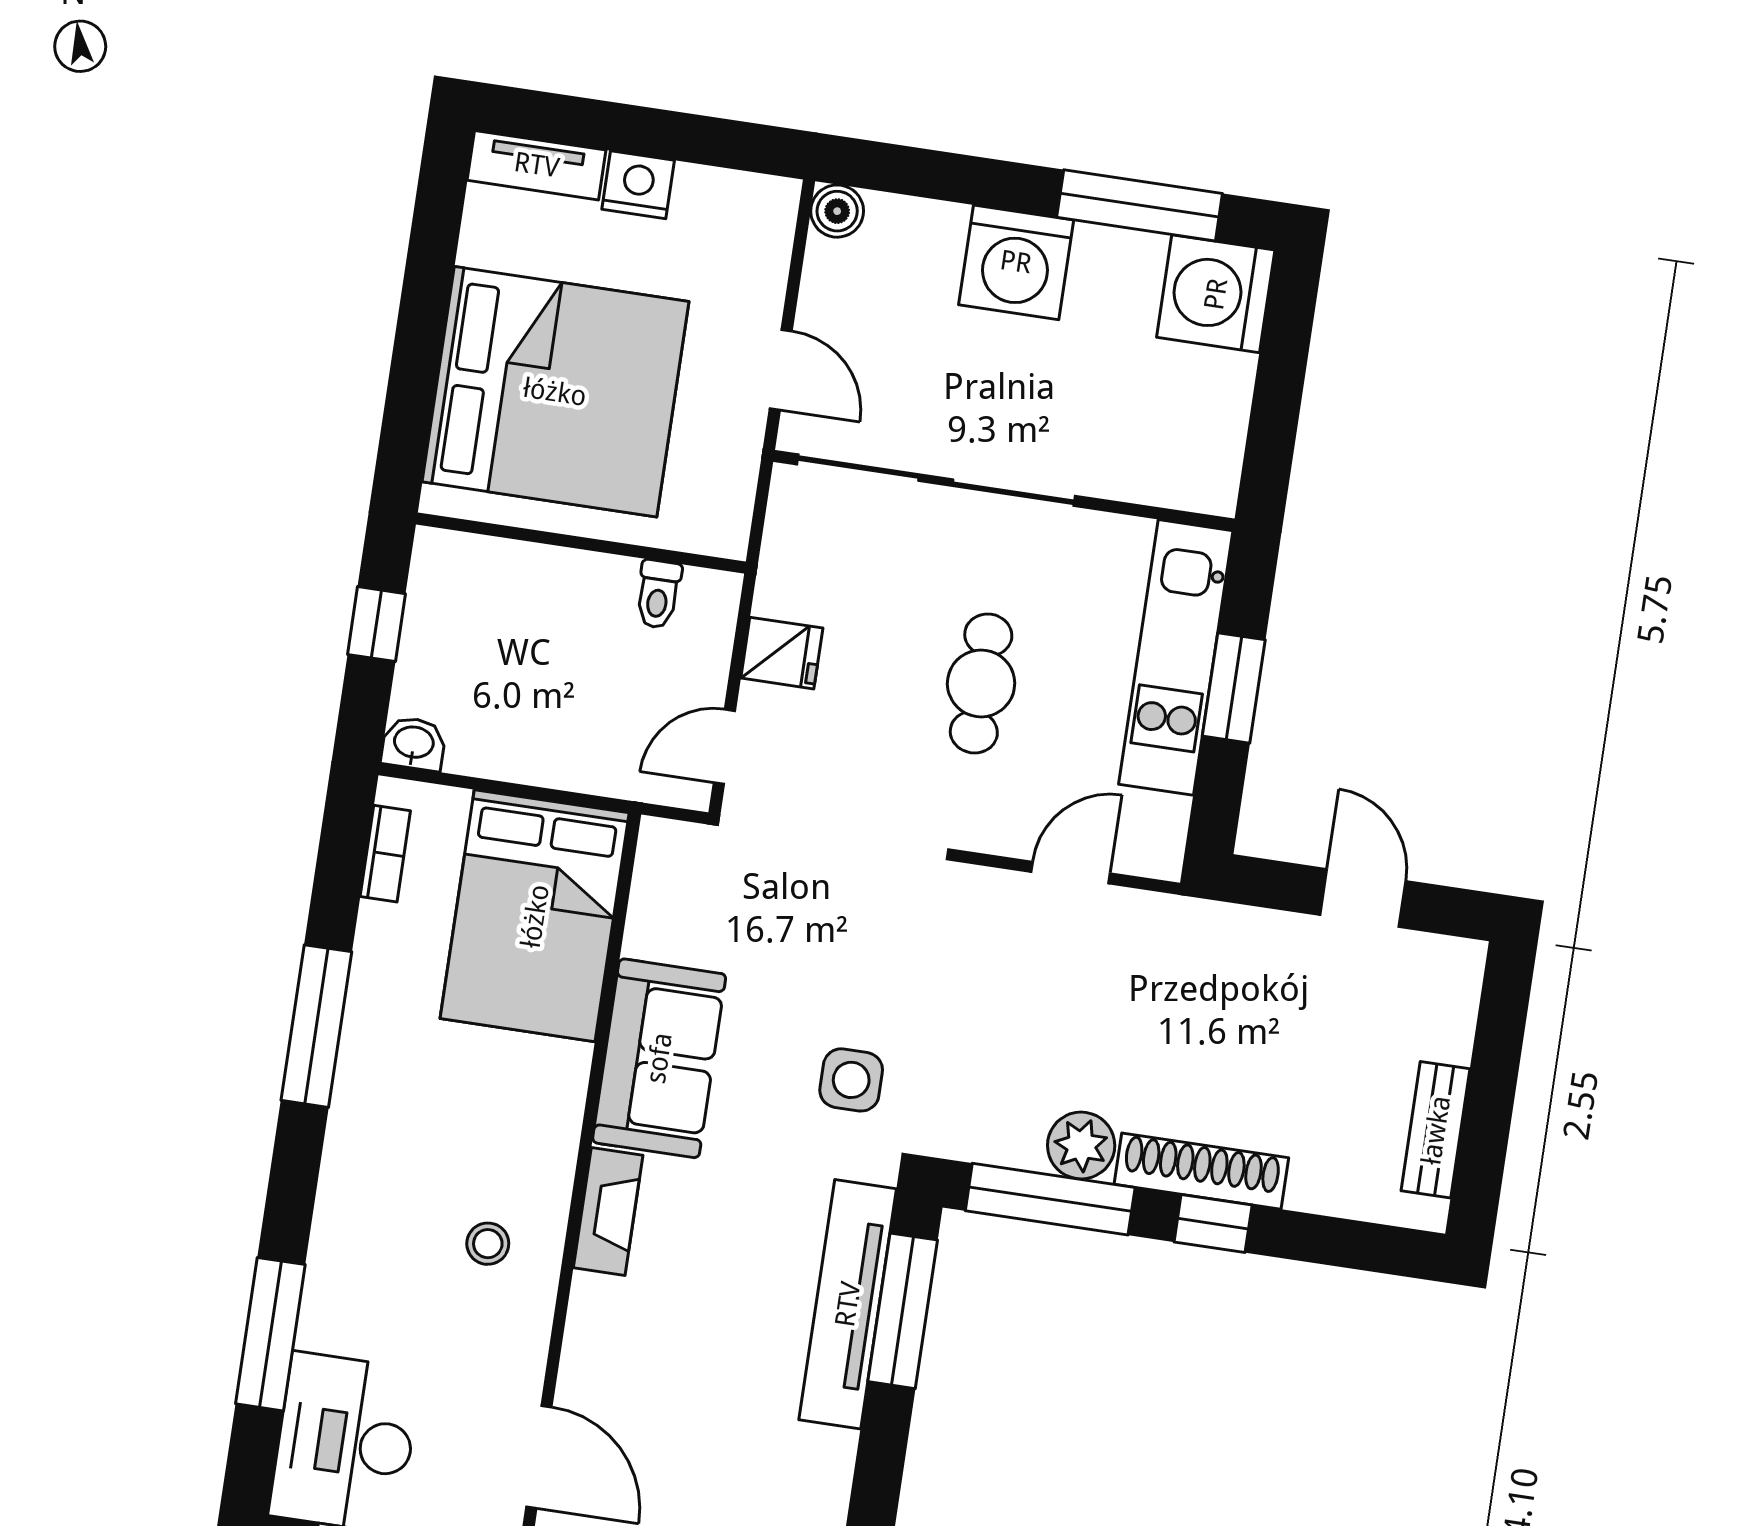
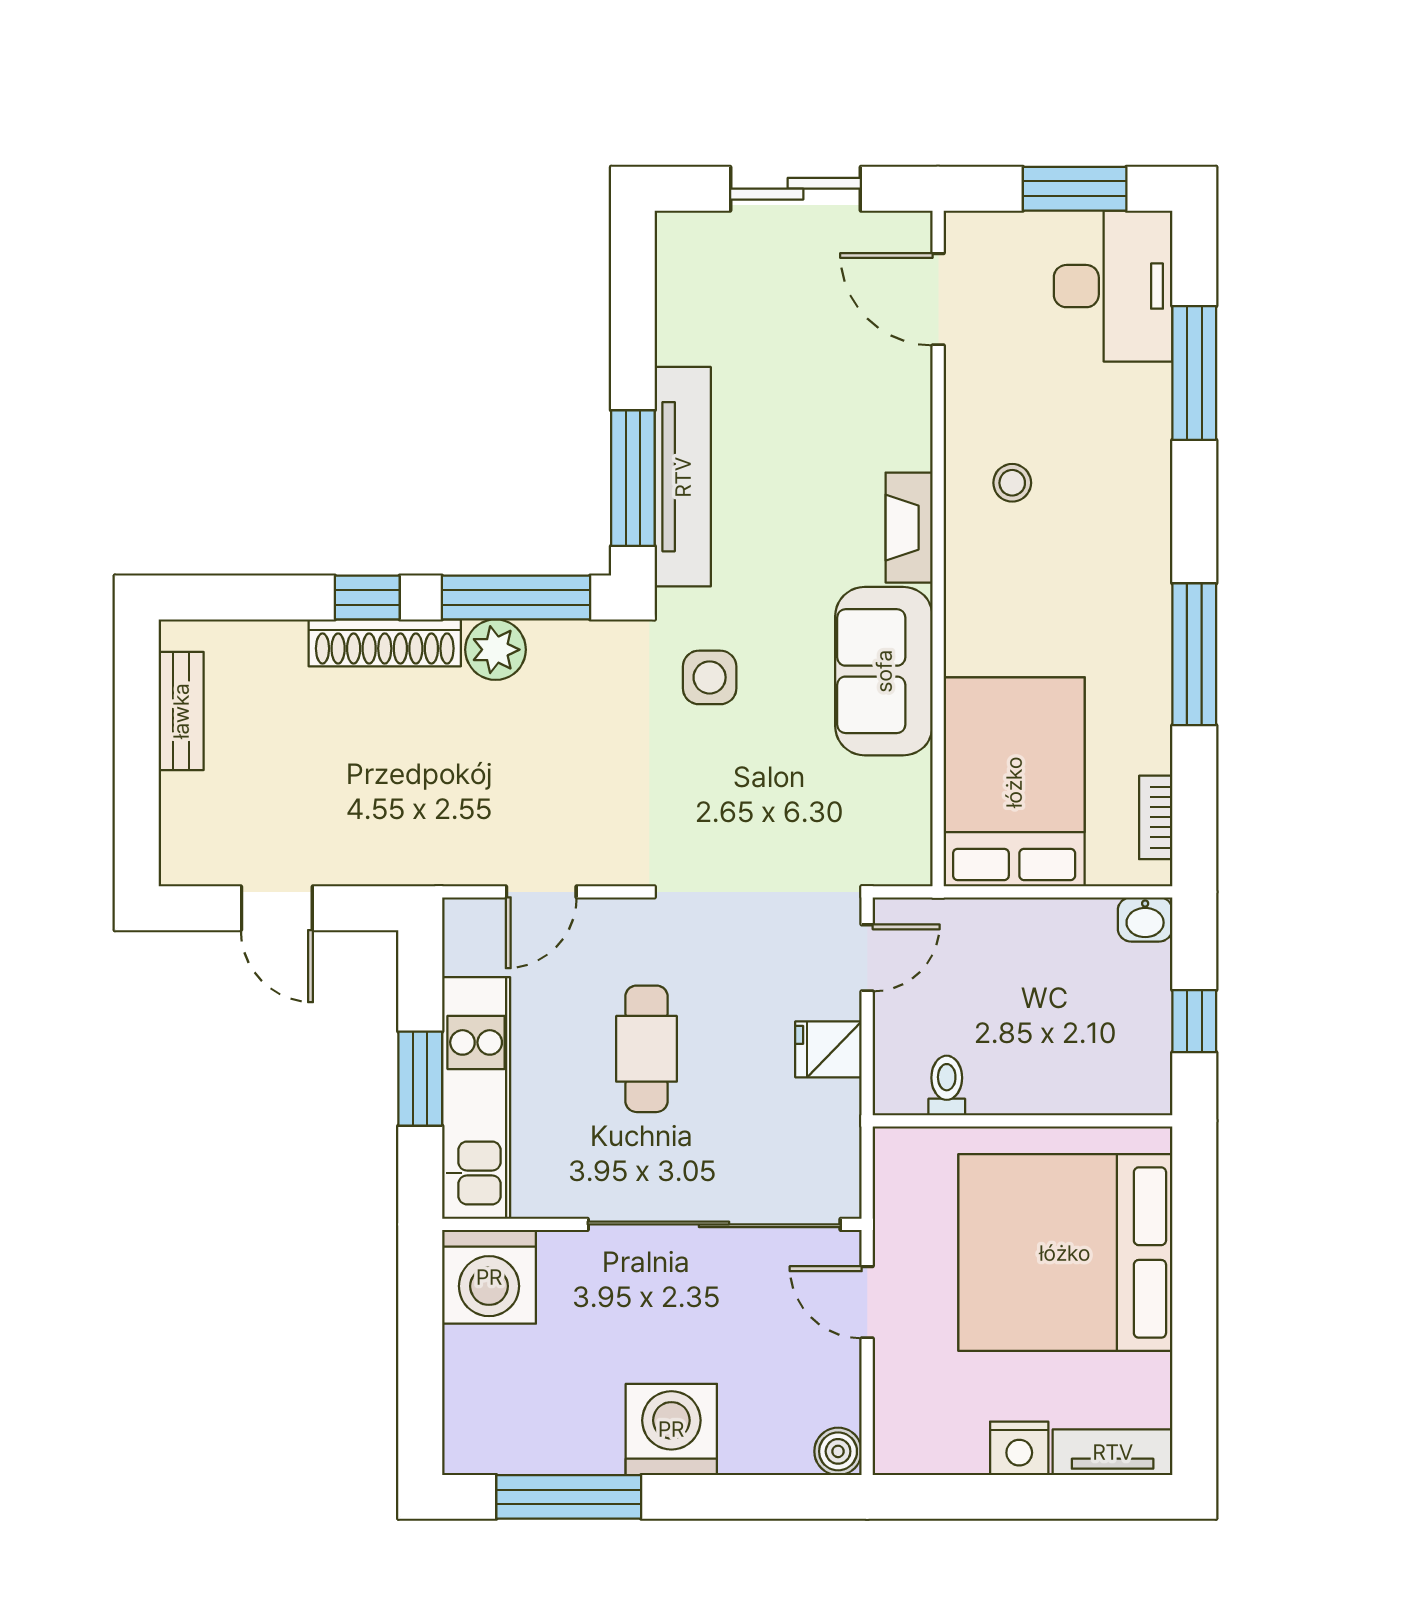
washing machine: (1216, 294) -> (489, 1277), moved, turned 90

